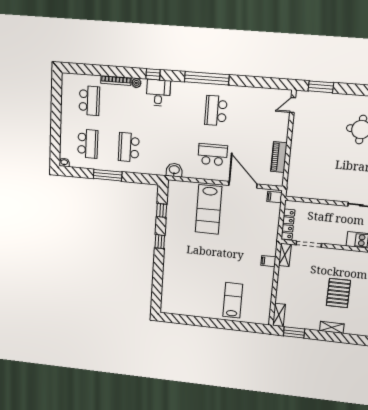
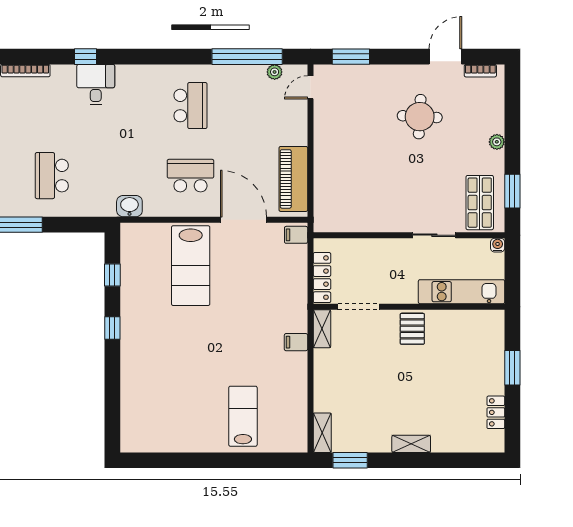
window: (207, 78) -> (247, 57), moved
plant: (136, 83) -> (275, 72), moved
school desk: (216, 111) -> (190, 106), turned 180
piano: (279, 157) -> (293, 179), width x1.37, depth x1.33
pallet: (338, 293) -> (412, 329), moved, width x0.67, depth x0.71

